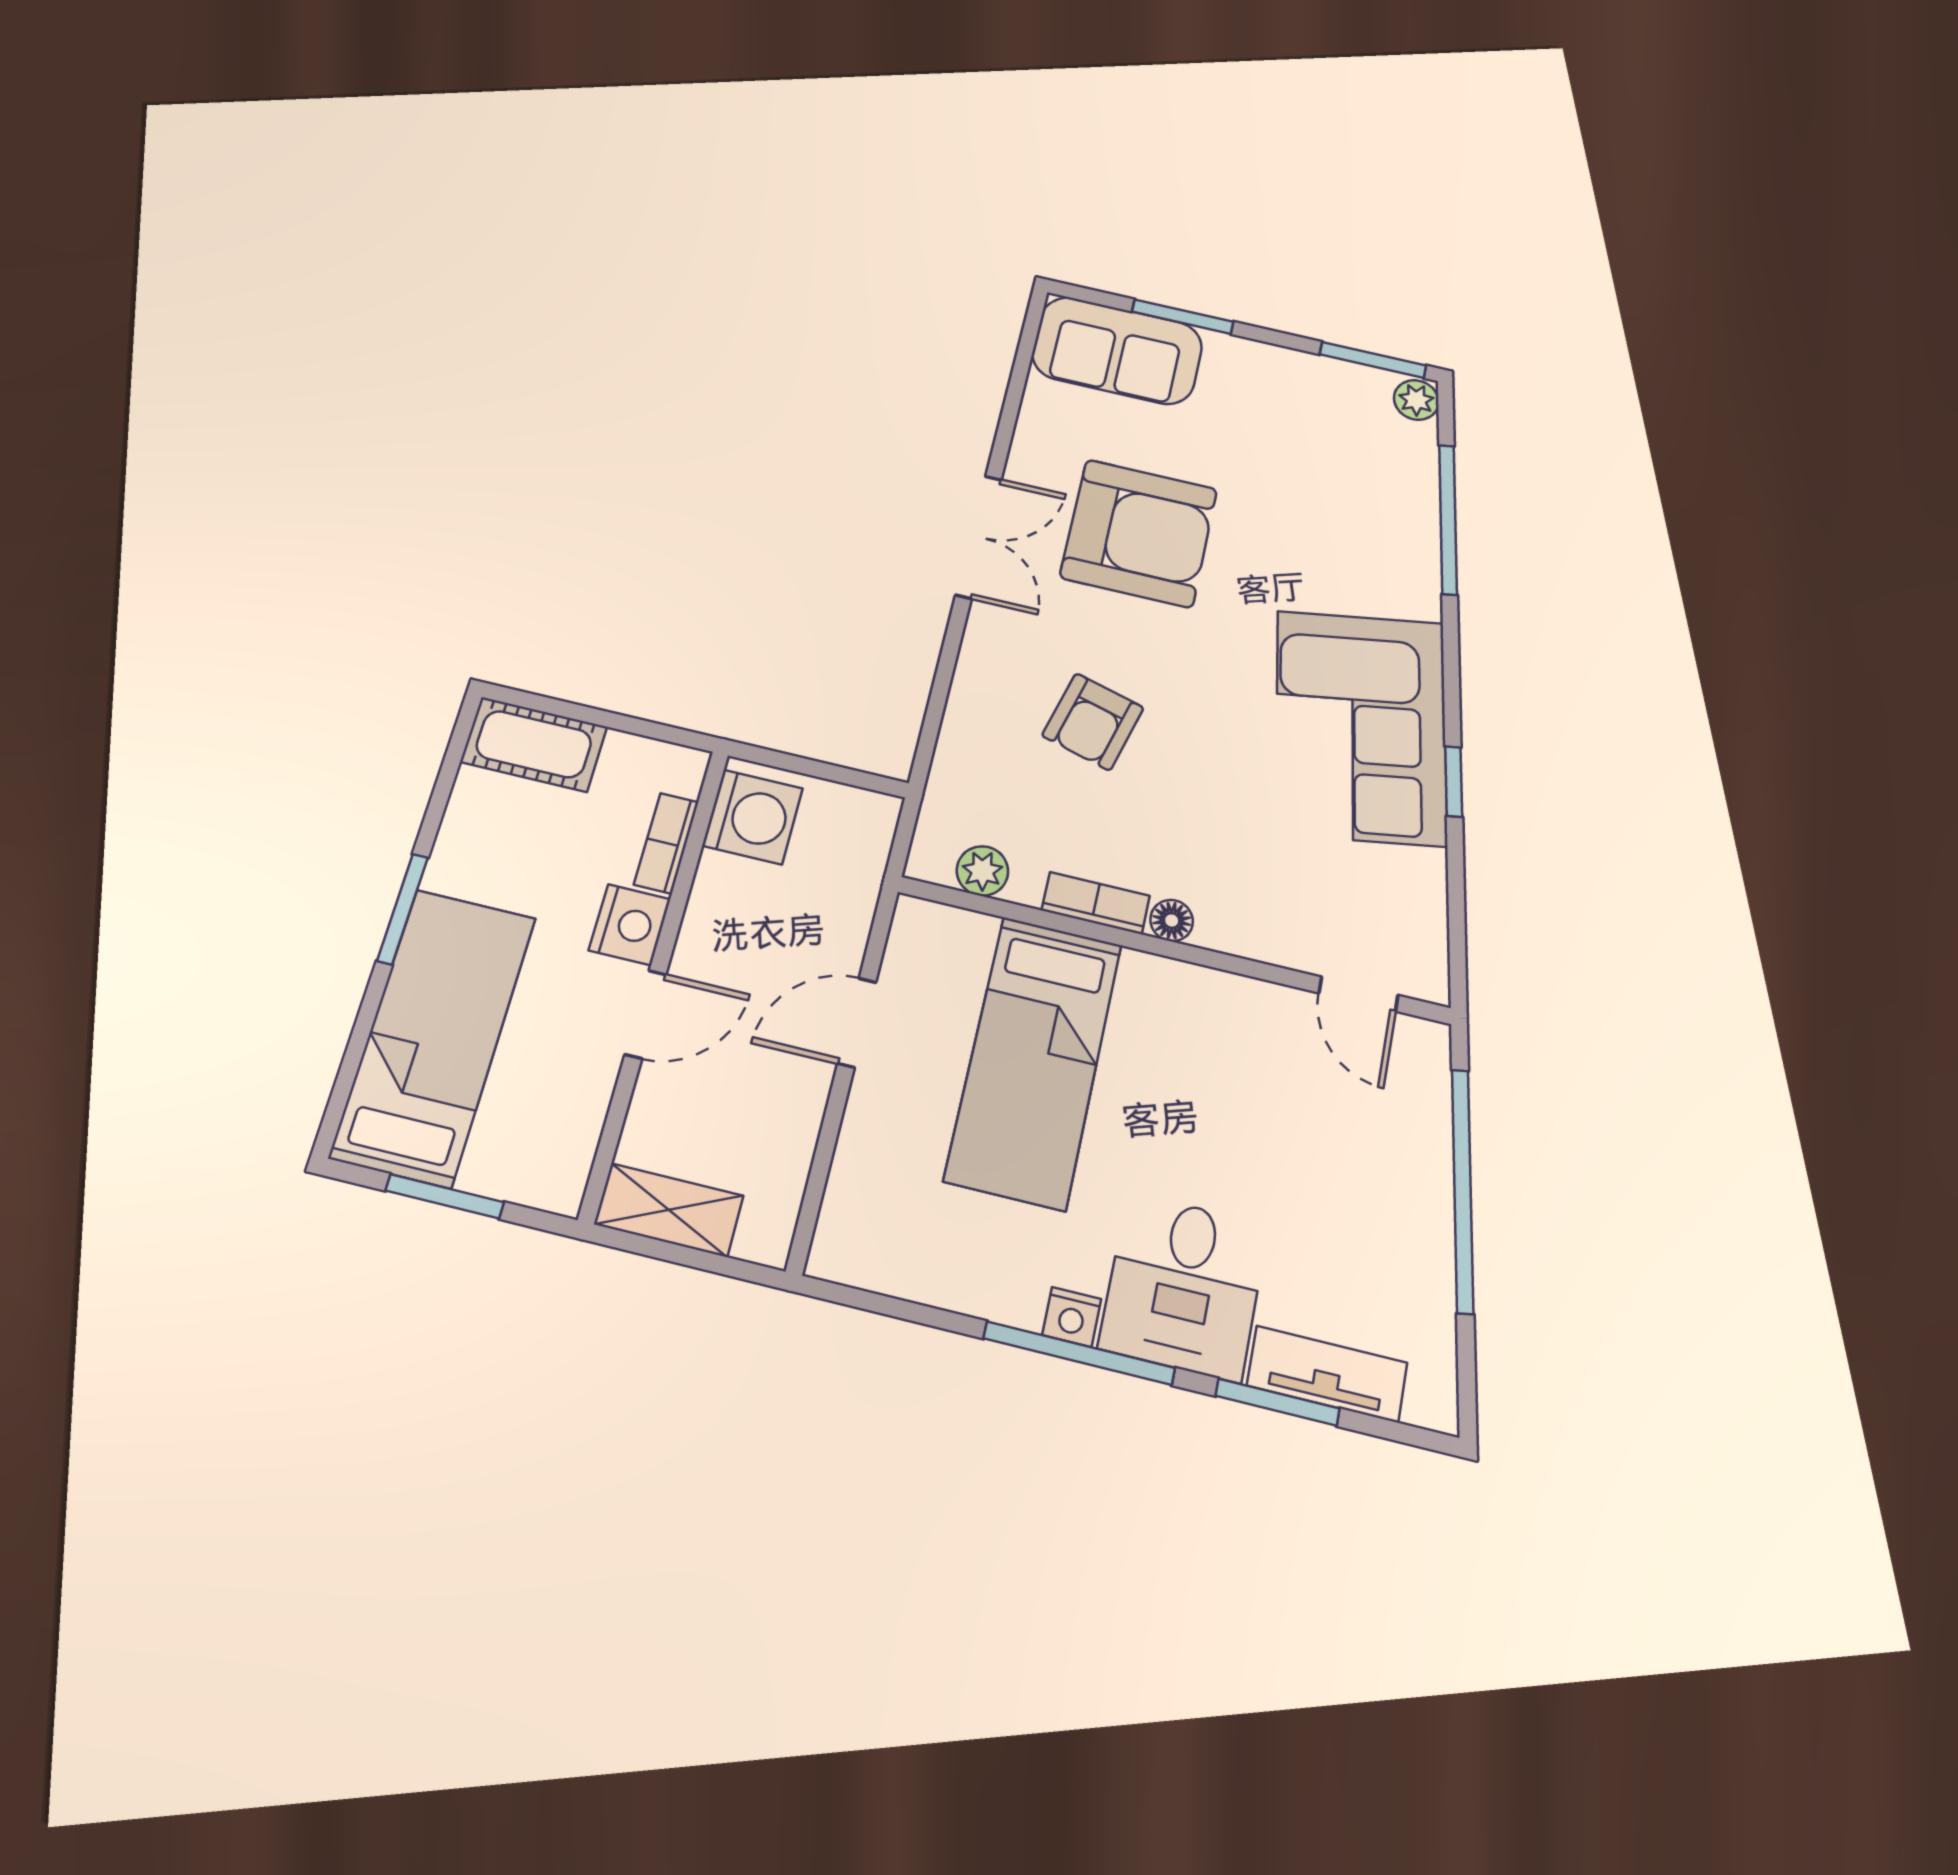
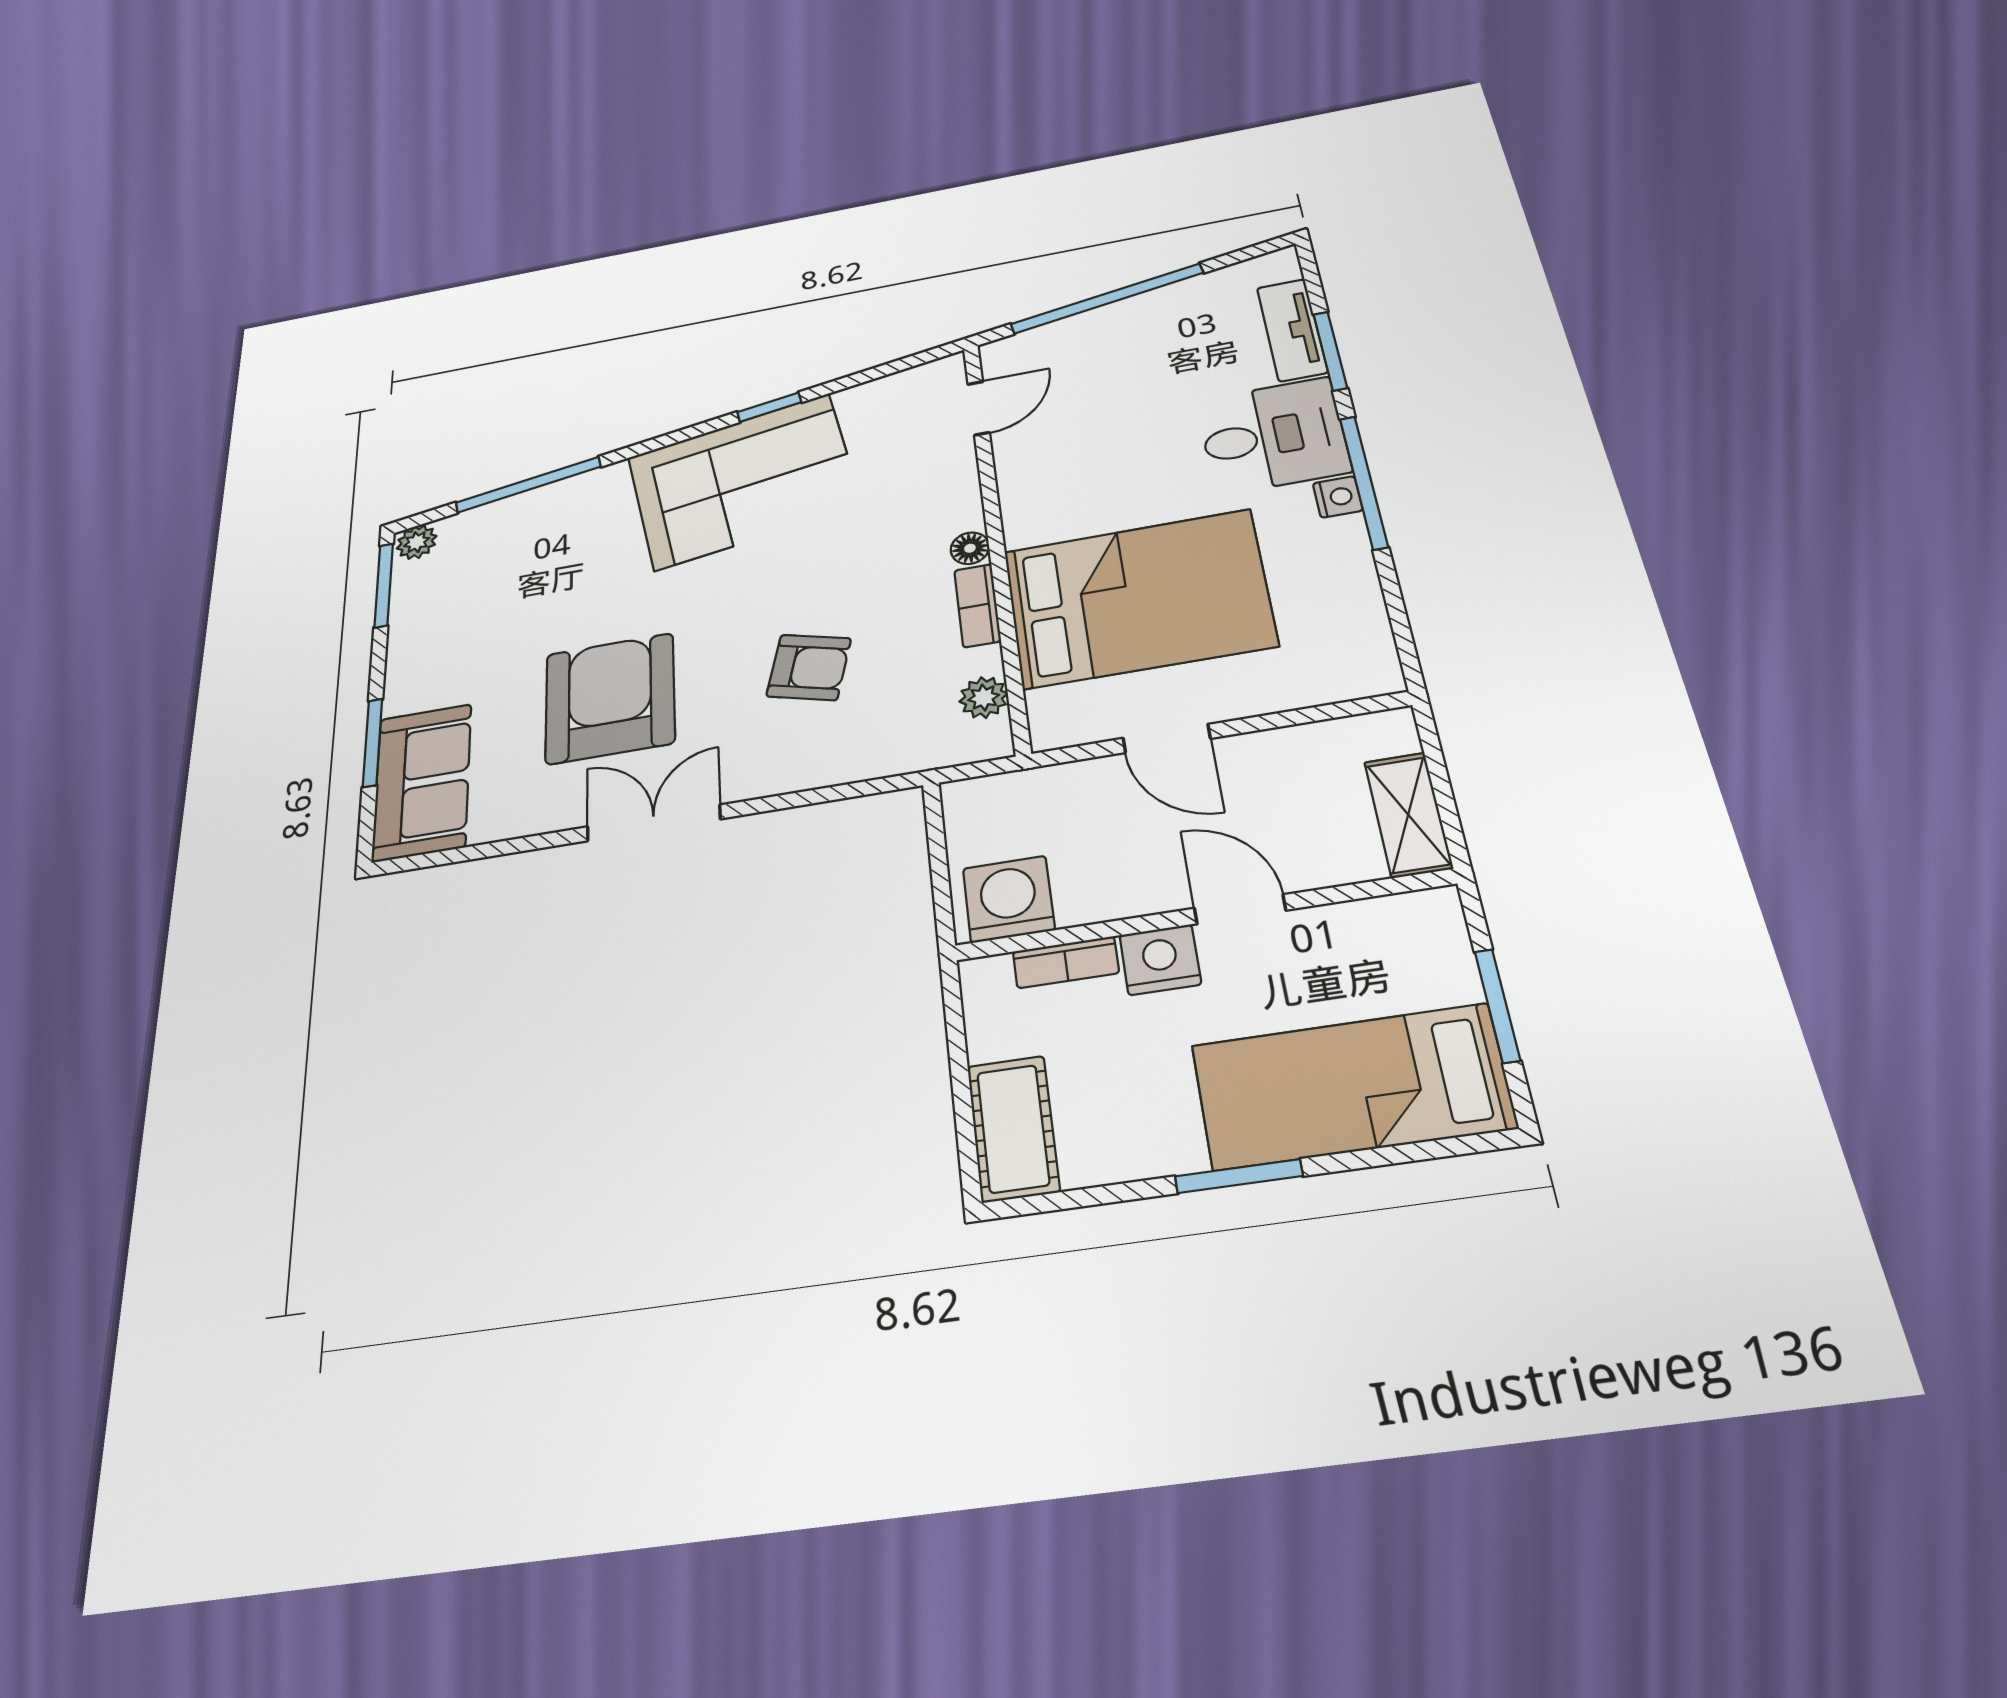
bed: (1034, 1061) -> (1138, 598), width x1.50

